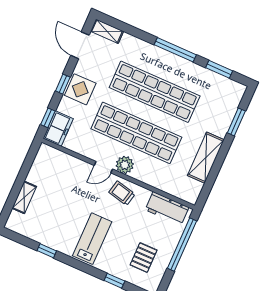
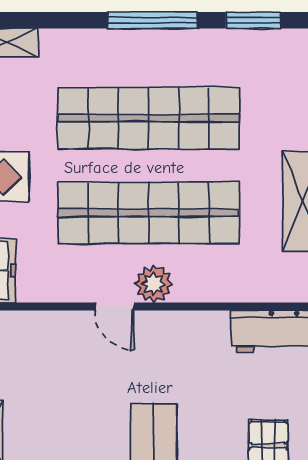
door: (103, 167) -> (115, 306), hinge flipped
trolley: (122, 193) -> (172, 341), removed

